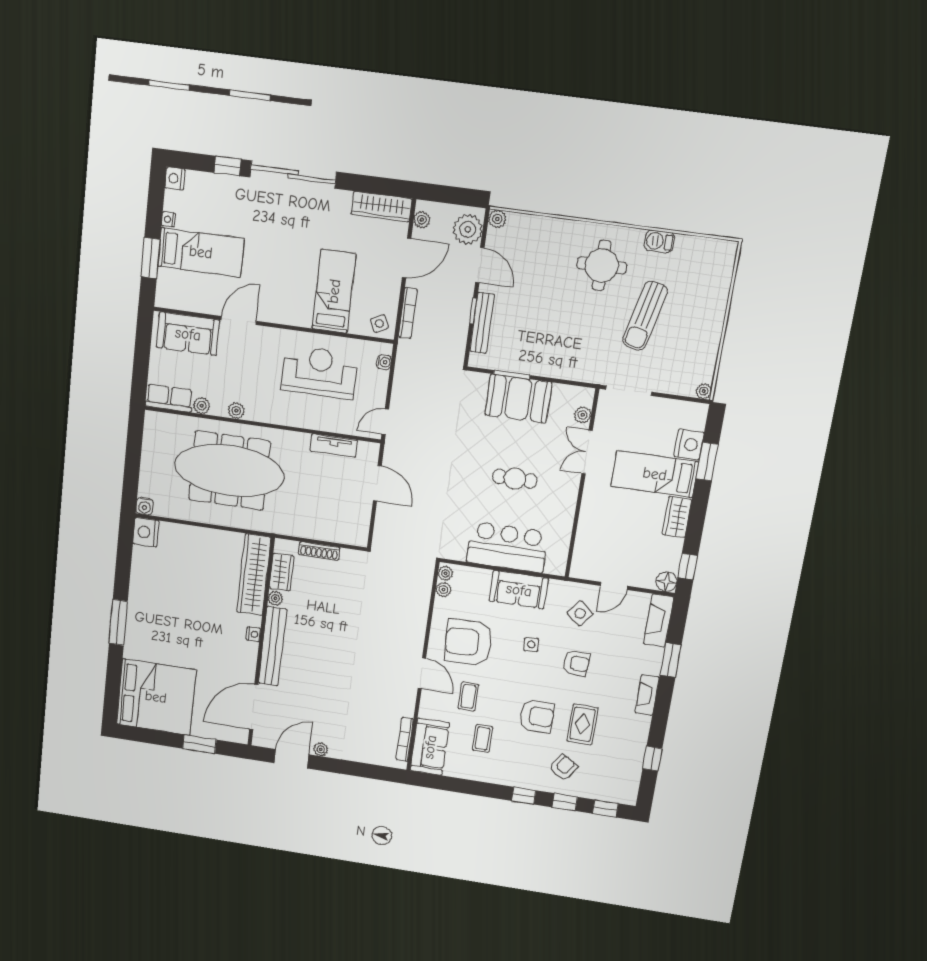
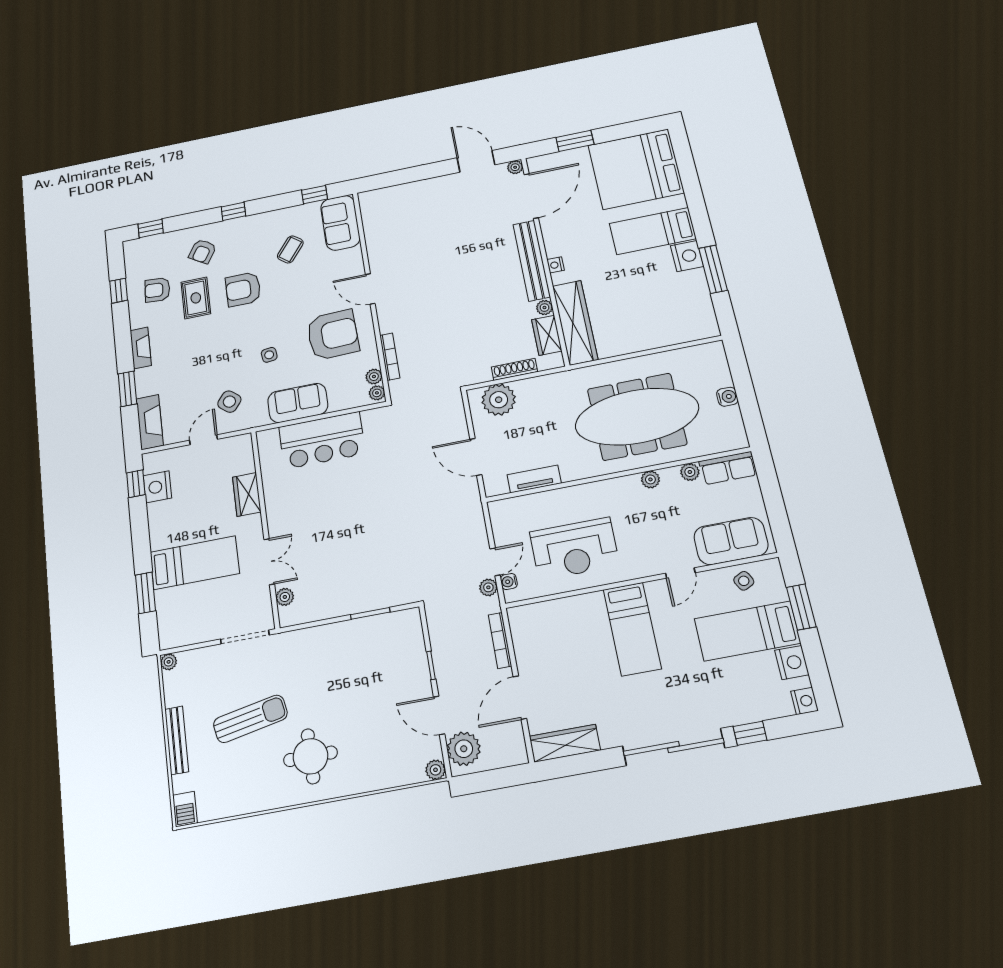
nightstand: (168, 219) -> (792, 663), width x1.89, depth x1.79
plant: (422, 220) -> (488, 587), moved
barbecue: (659, 241) -> (185, 809), moved, turned 90
bed: (334, 291) -> (632, 629), moved
sun lounger: (645, 316) -> (250, 719), turned 66
door: (239, 320) -> (680, 573), width x0.73
side table: (379, 323) -> (744, 581), moved
bench: (482, 323) -> (177, 740), moved
booth: (518, 399) -> (356, 591), removed
door: (385, 422) -> (495, 562), moved
nightstand: (689, 444) -> (157, 487), moved
cafe table: (515, 479) -> (335, 510), removed
water cooler: (145, 506) -> (727, 397), moved, turned 90
wardrobe: (677, 517) -> (247, 494), moved, turned 180
plant: (341, 528) -> (499, 400), added
nightstand: (146, 532) -> (687, 256), moved
floor lamp: (666, 582) -> (153, 462), removed
window: (118, 622) -> (713, 269), moved
bed: (161, 634) -> (653, 231), added
armchair: (576, 663) -> (157, 290), moved
coffee table: (468, 697) -> (317, 283), removed
coffee table: (483, 738) -> (290, 249), turned 38
bookcase: (405, 739) -> (390, 357), moved
plant: (321, 749) -> (515, 167), moved
door: (291, 759) -> (476, 161), swing flipped
window: (565, 802) -> (315, 195), moved

